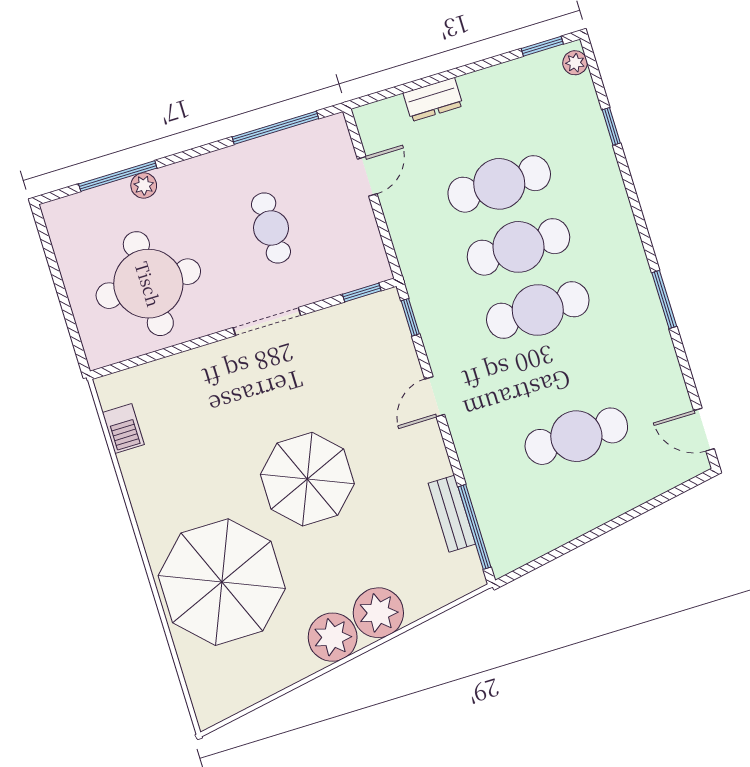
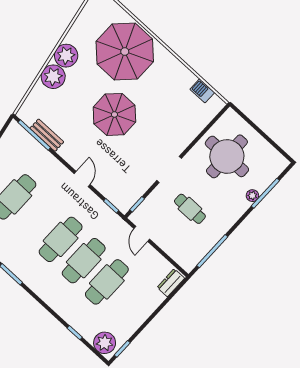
plant: (575, 63) -> (105, 343), width x1.87, depth x1.87
dresser: (433, 100) -> (171, 283), moved
door: (367, 176) -> (142, 234), moved

